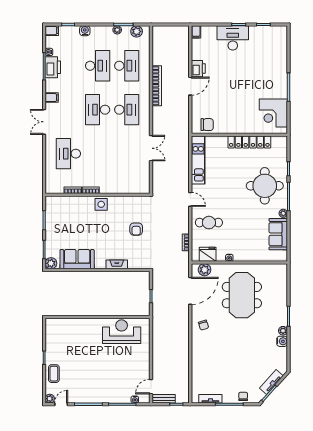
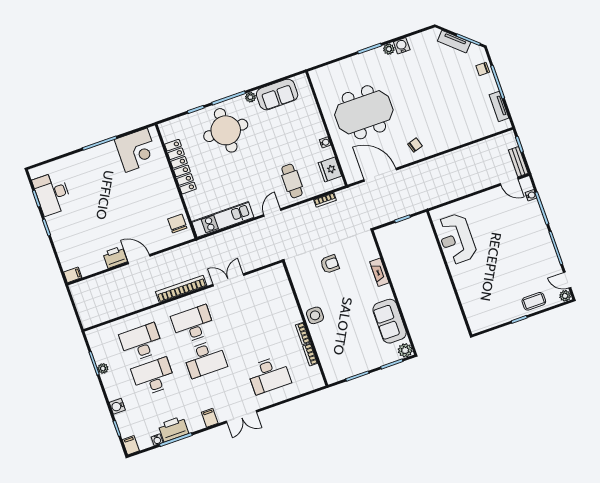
plant: (137, 31) -> (97, 345), removed
desk: (233, 38) -> (52, 193), moved
bookcase: (157, 86) -> (181, 289), moved
plant: (205, 270) -> (349, 167), removed

